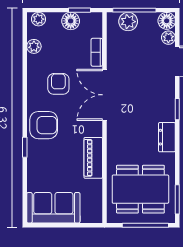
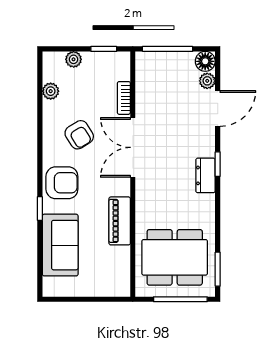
plant: (39, 19) -> (74, 59), moved
floor lamp: (71, 21) -> (93, 62), removed
plant: (128, 22) -> (160, 62), removed
armchair: (58, 84) -> (79, 135), turned 148
dresser: (167, 137) -> (205, 175), moved
sofa: (53, 208) -> (60, 245), moved, turned 90

